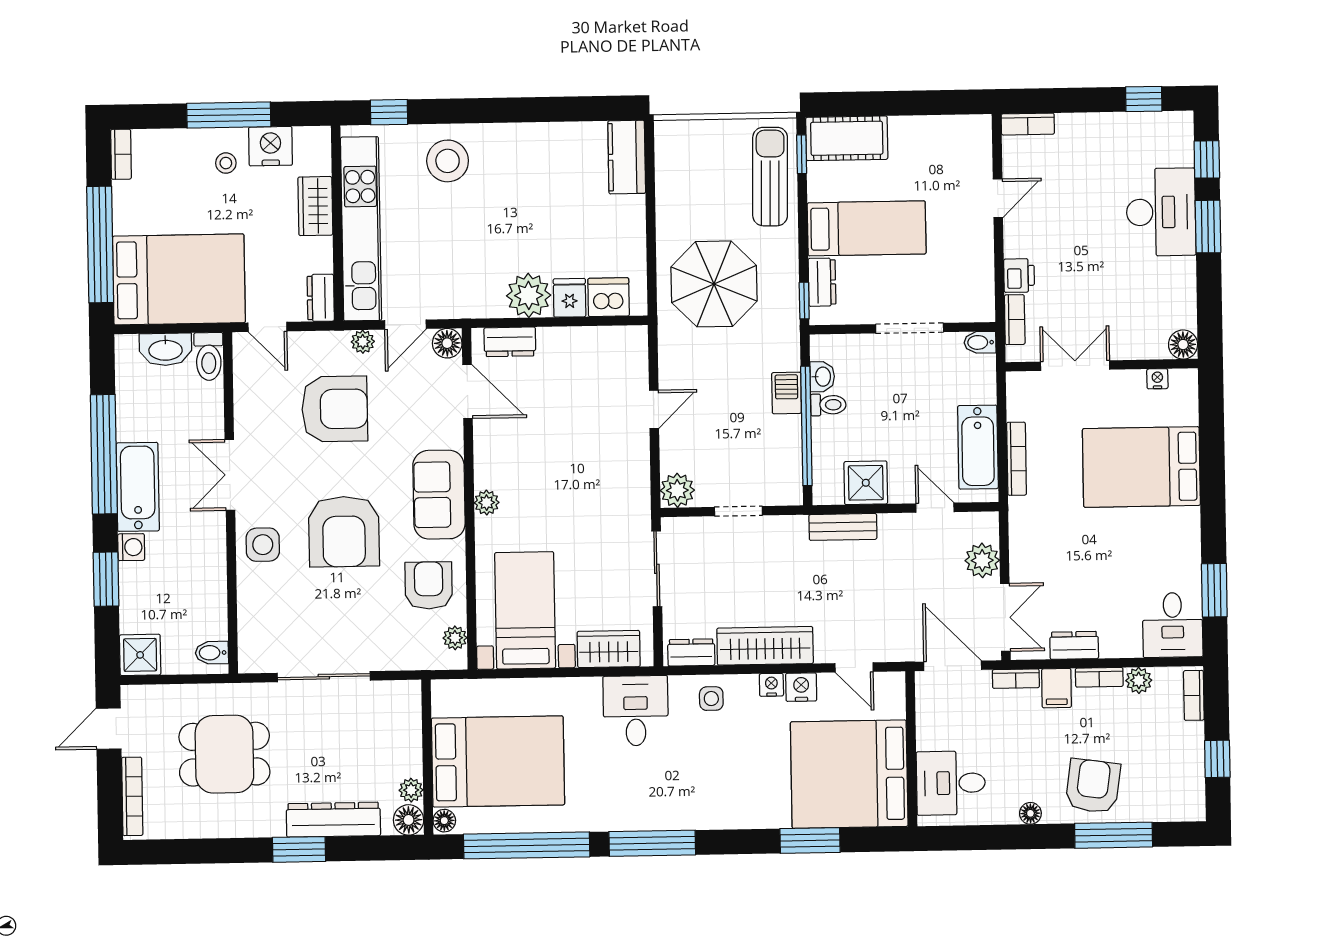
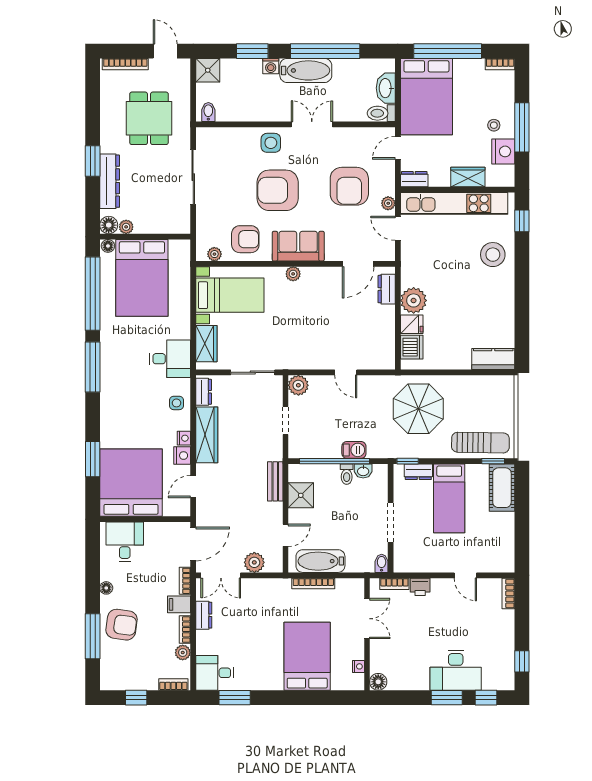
floor lamp: (447, 343) -> (386, 252), removed

